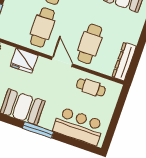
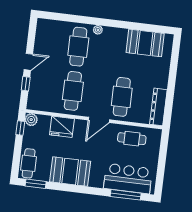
door: (62, 62) -> (99, 120), swing flipped
window: (38, 130) -> (126, 195), moved

